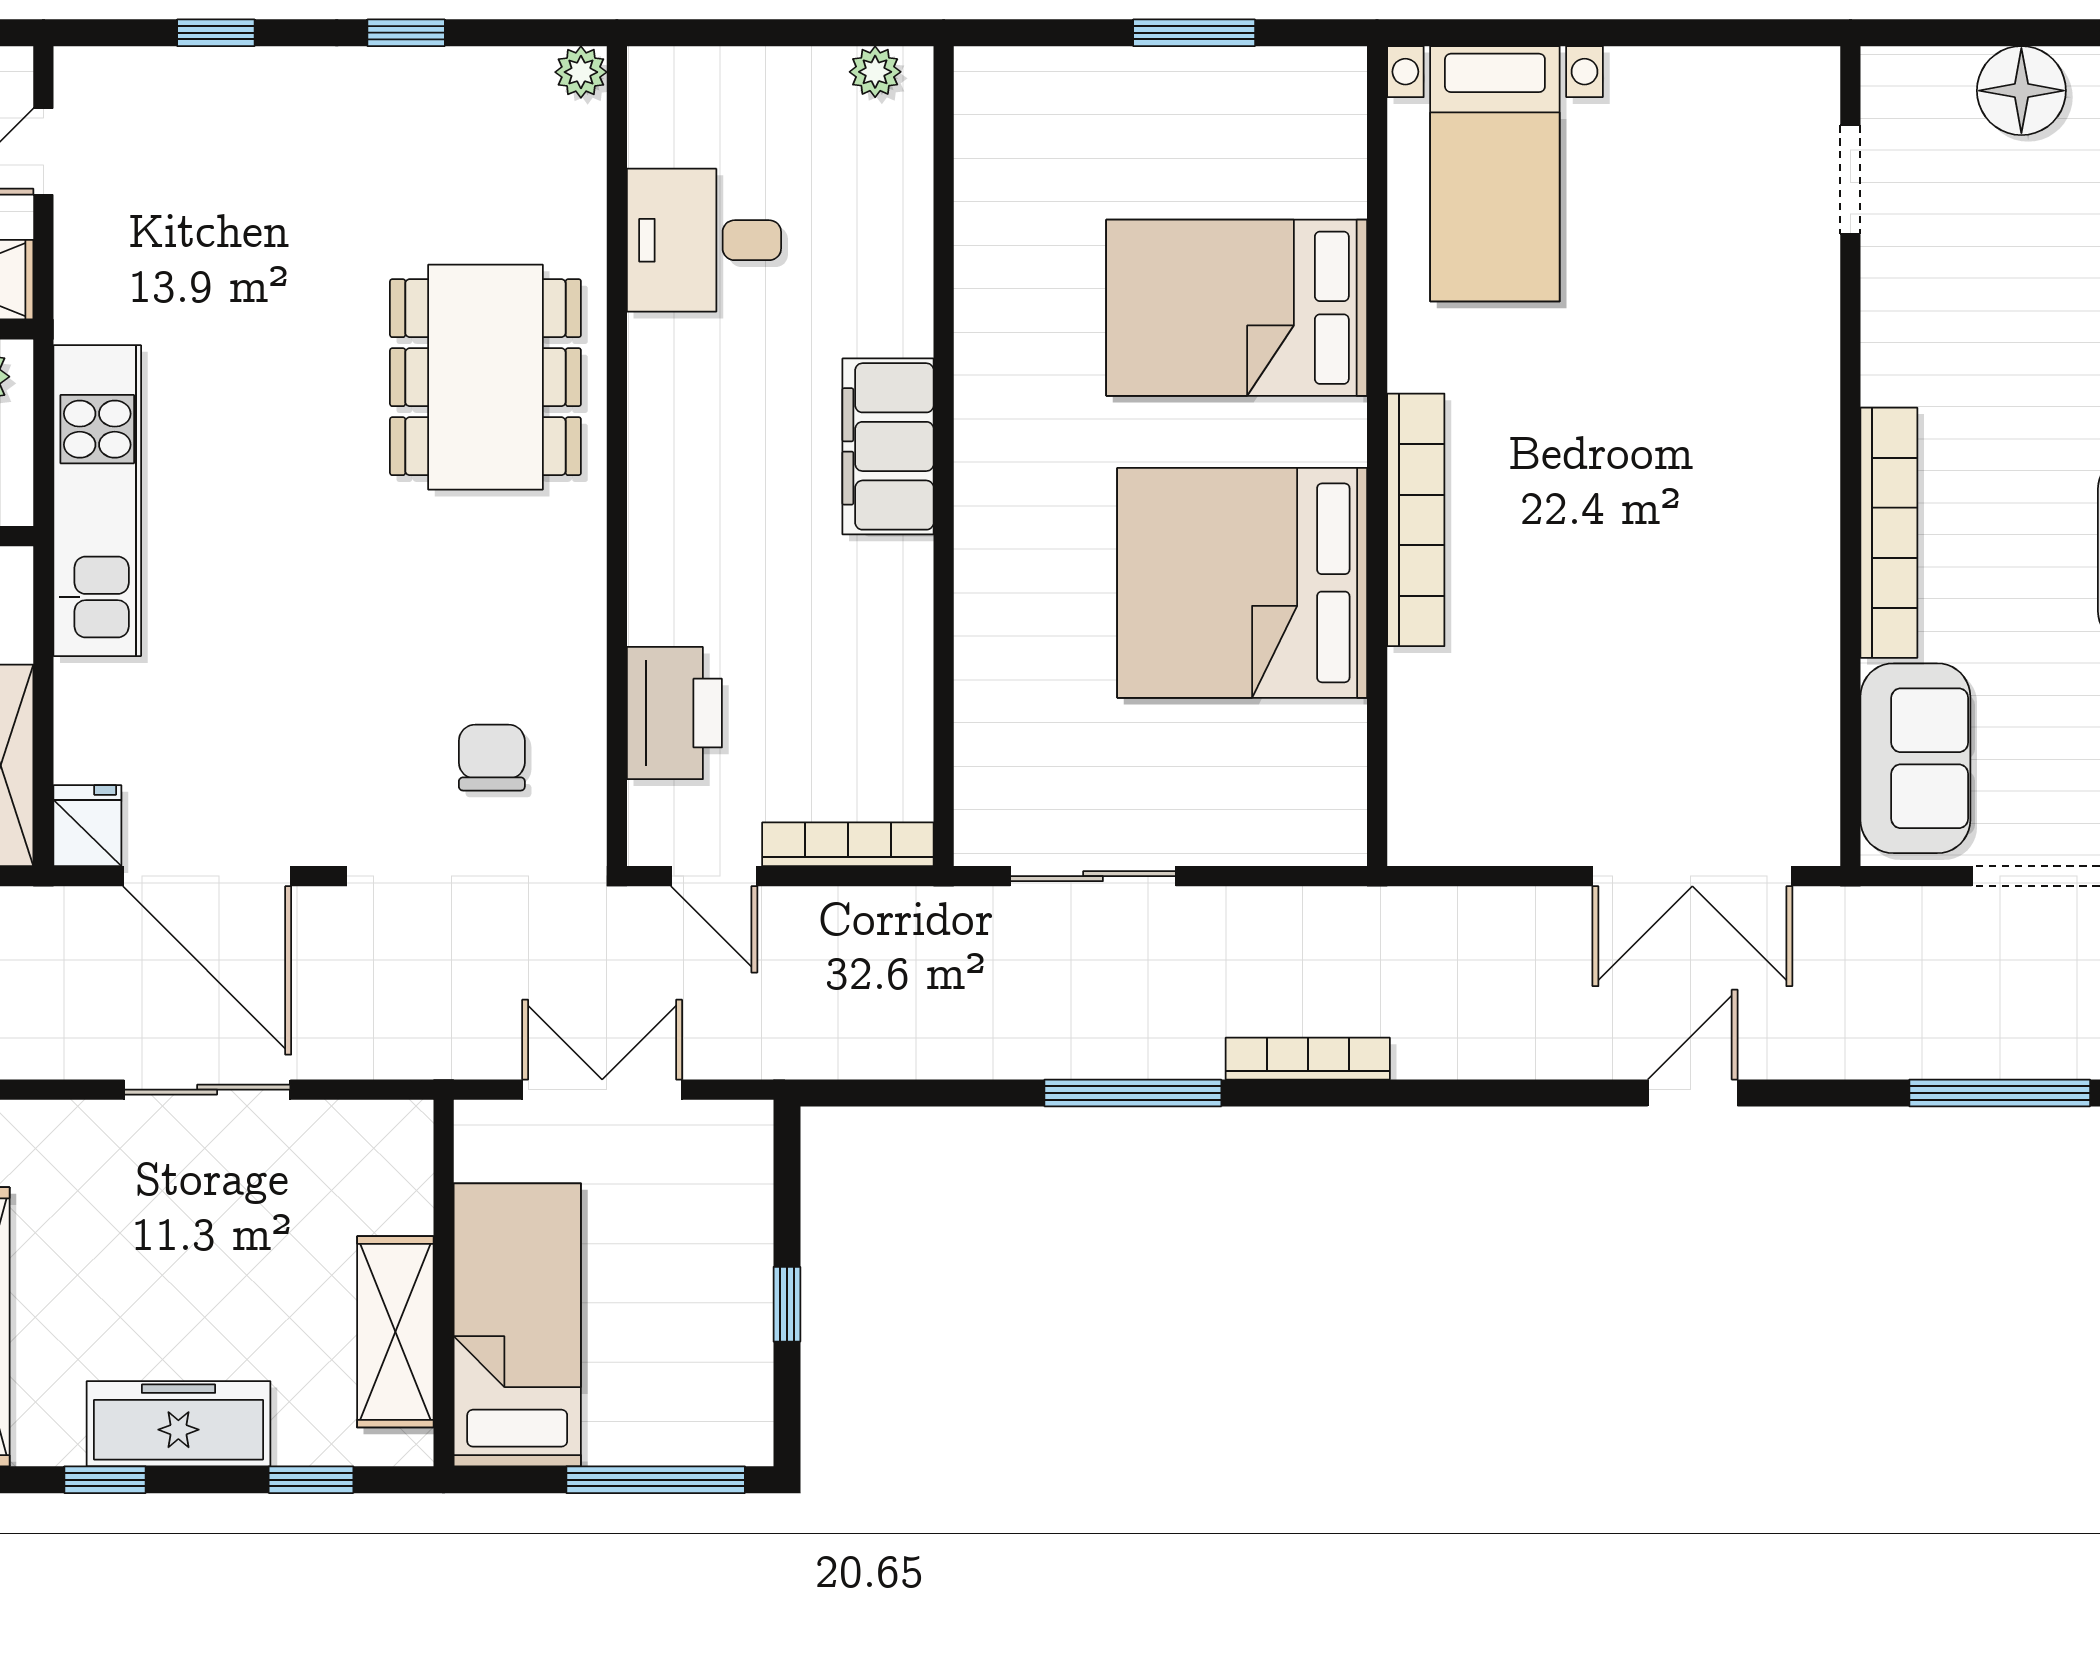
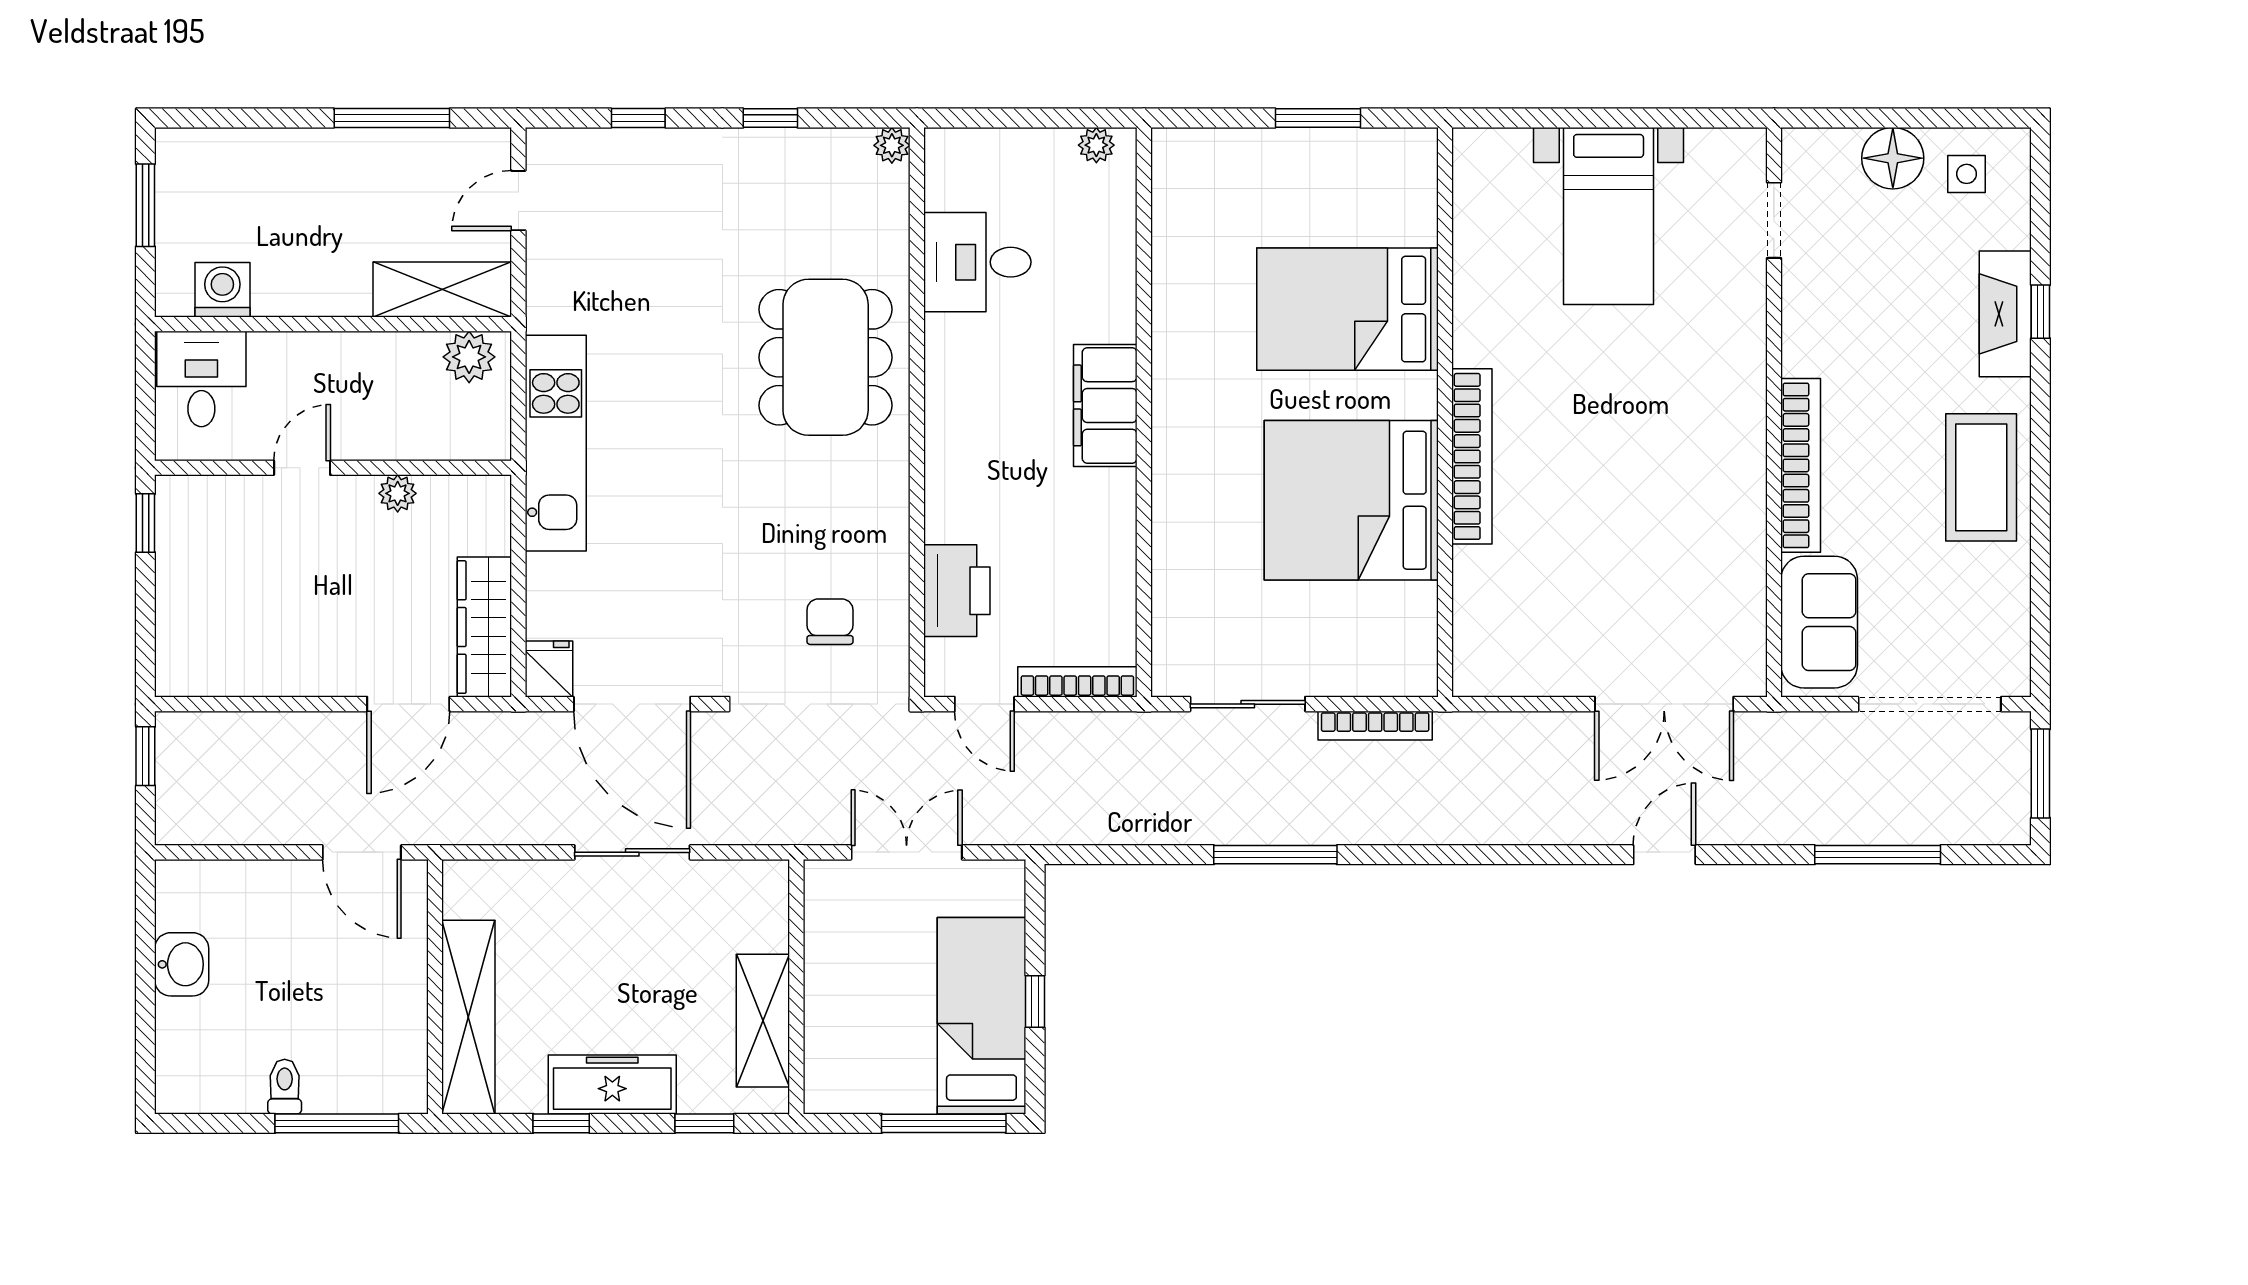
bed with nightstands: (1495, 174) -> (1609, 216), moved
bookcase: (1308, 1059) -> (1375, 726), moved, turned 180
bed: (517, 1325) -> (981, 1016), moved

